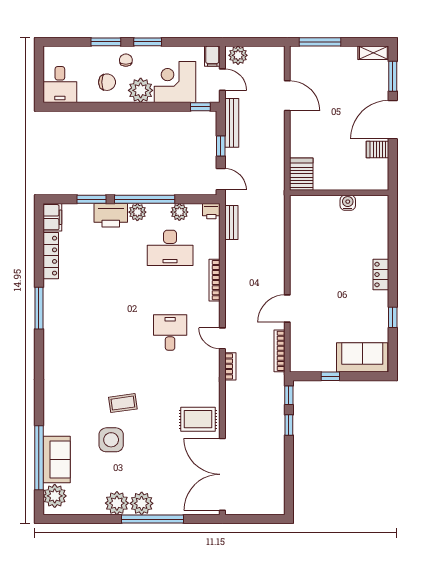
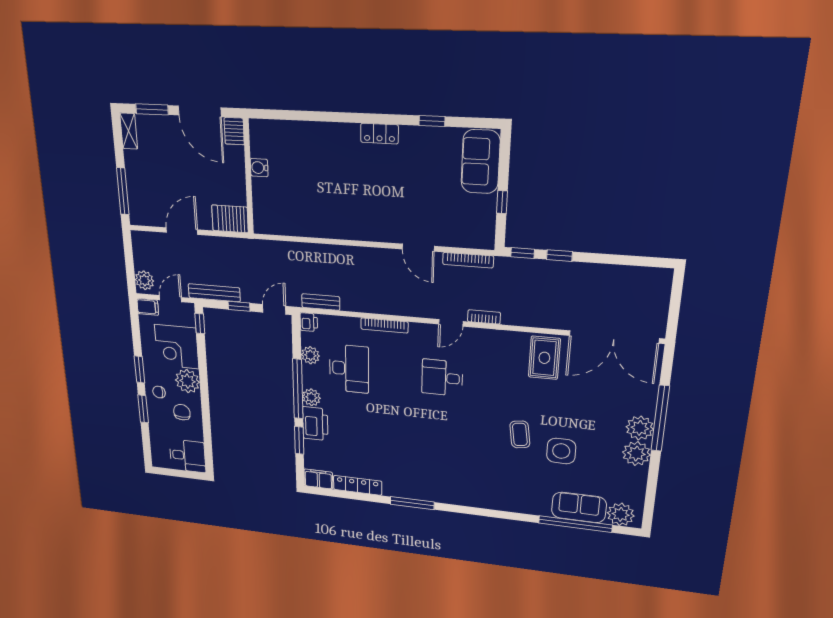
server rack: (301, 174) -> (230, 219), moved
wall: (339, 193) -> (248, 177), moved
water cooler: (348, 203) -> (259, 168), moved

